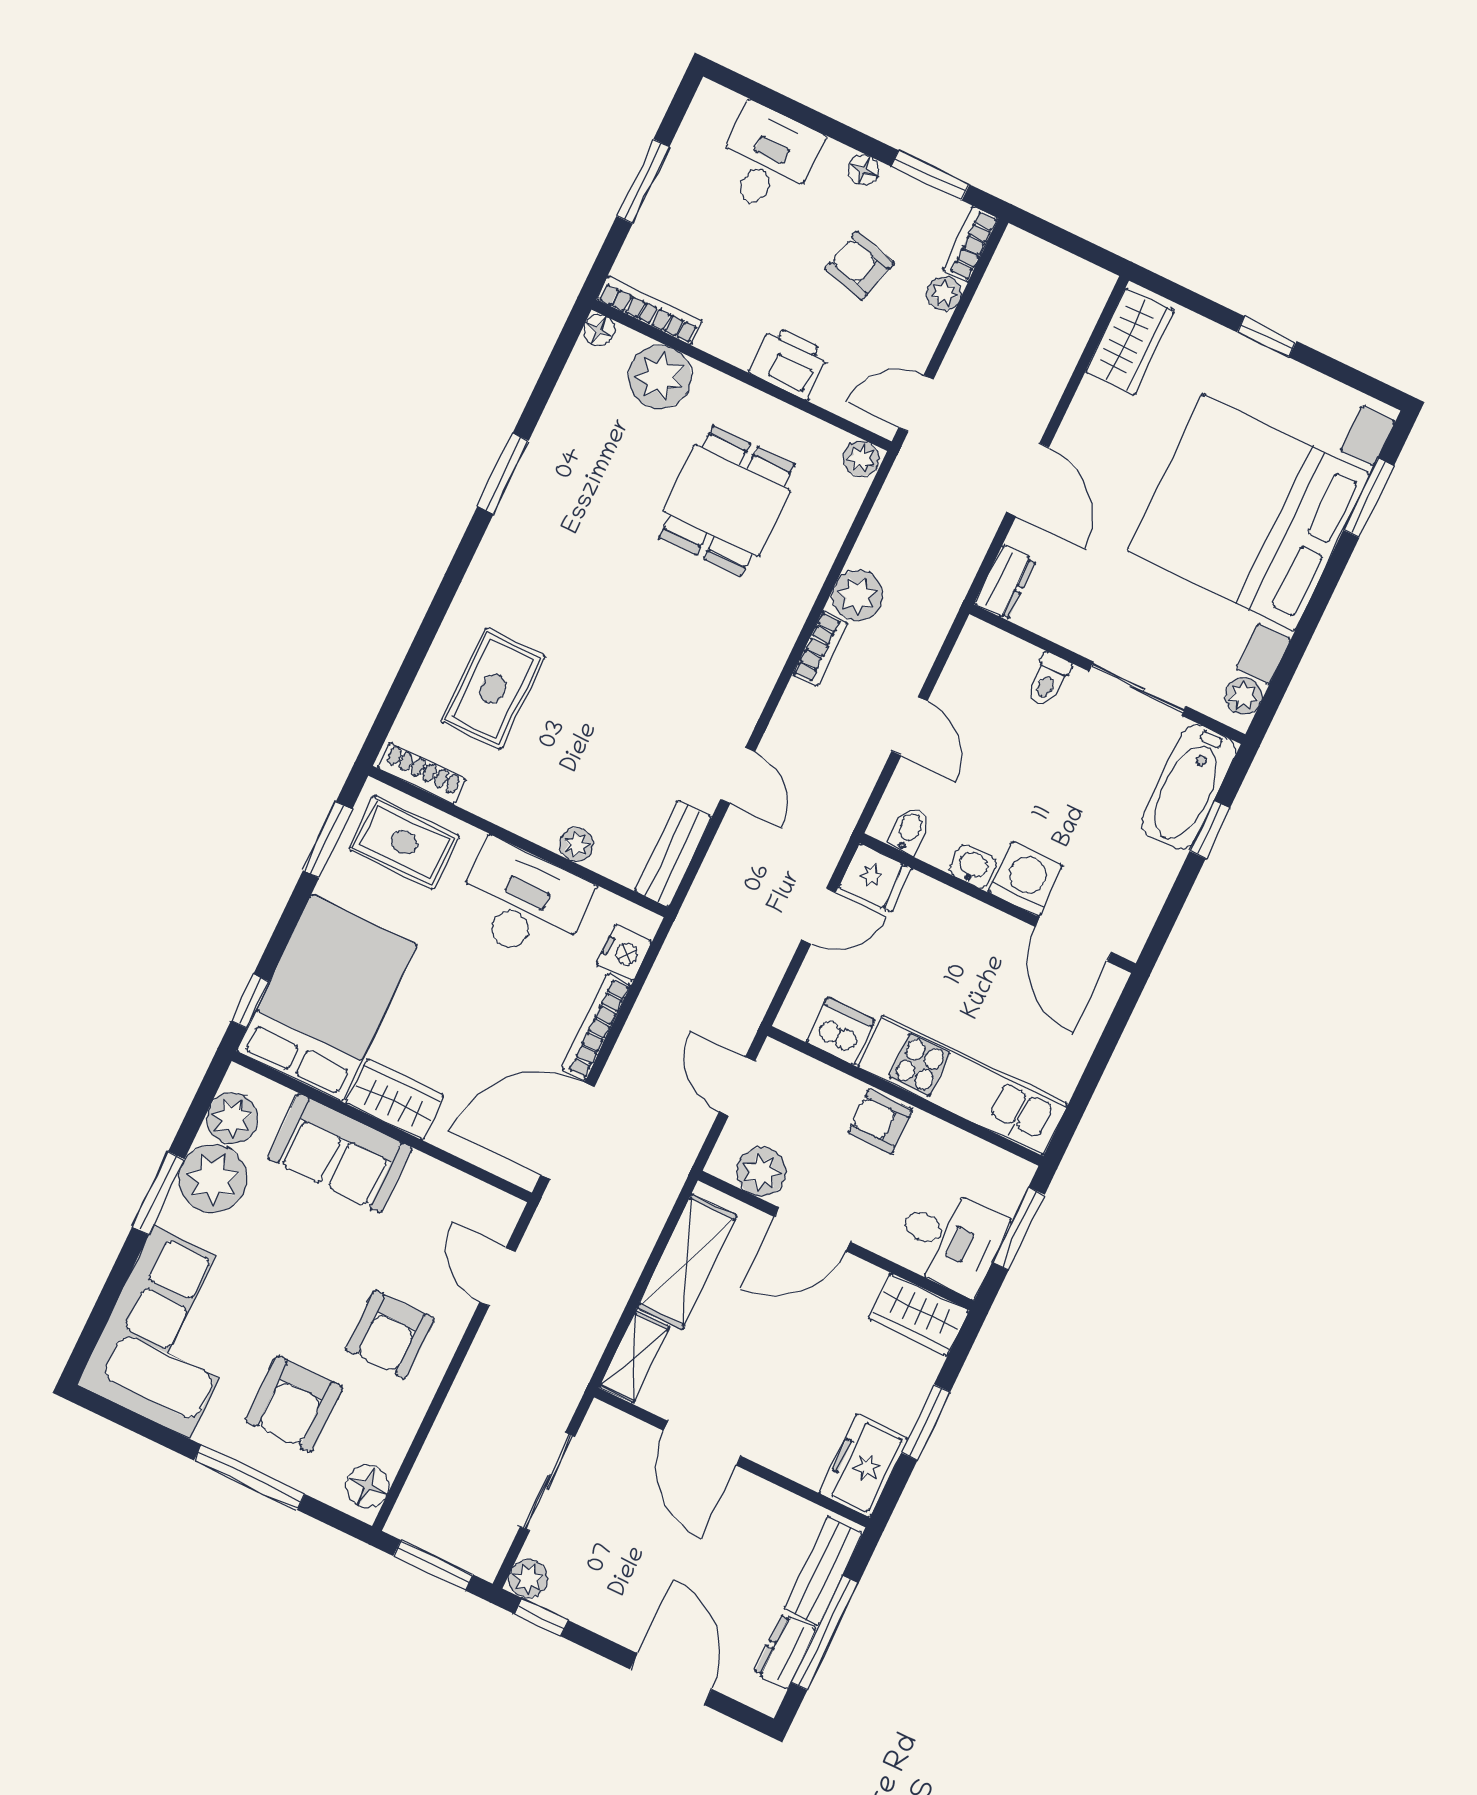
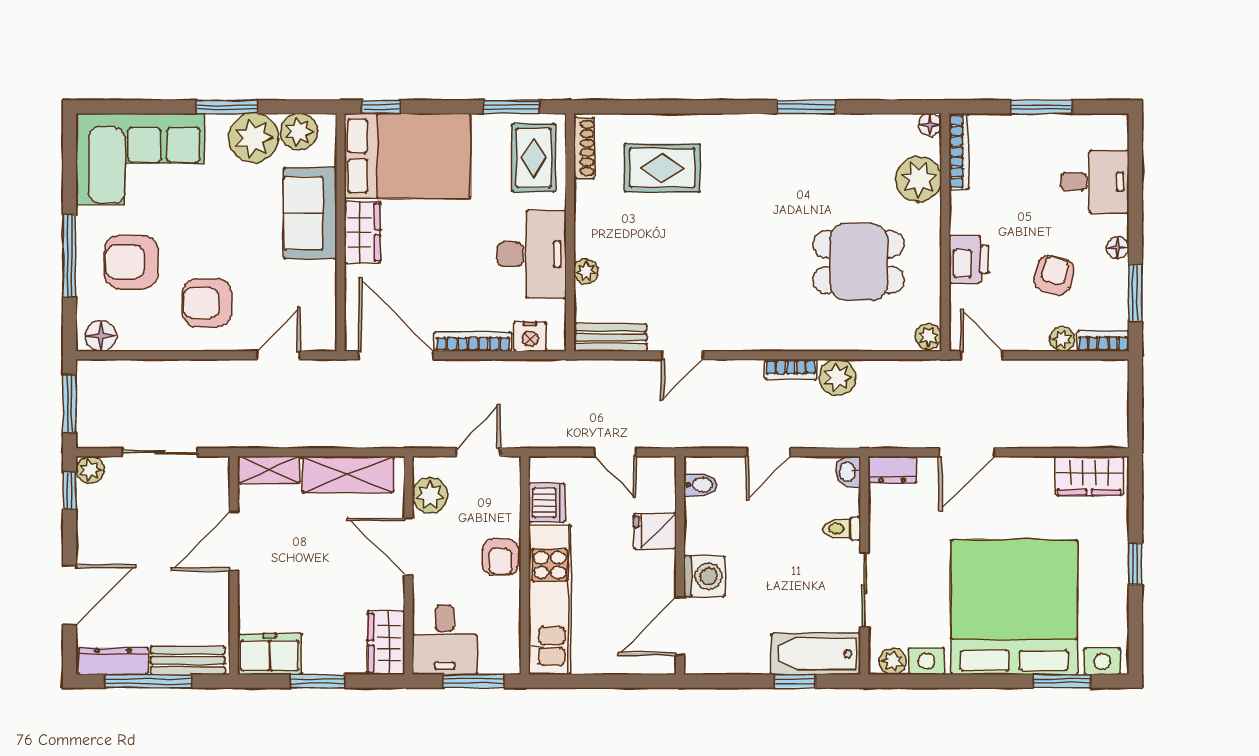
washbasin: (973, 866) -> (848, 471), moved, turned 180
fridge: (875, 878) -> (655, 531), moved, turned 90
armchair: (880, 1122) -> (500, 557), turned 180
dresser: (785, 1651) -> (113, 661), width x1.44

